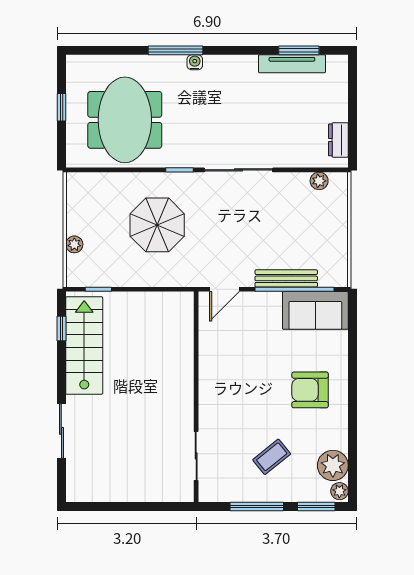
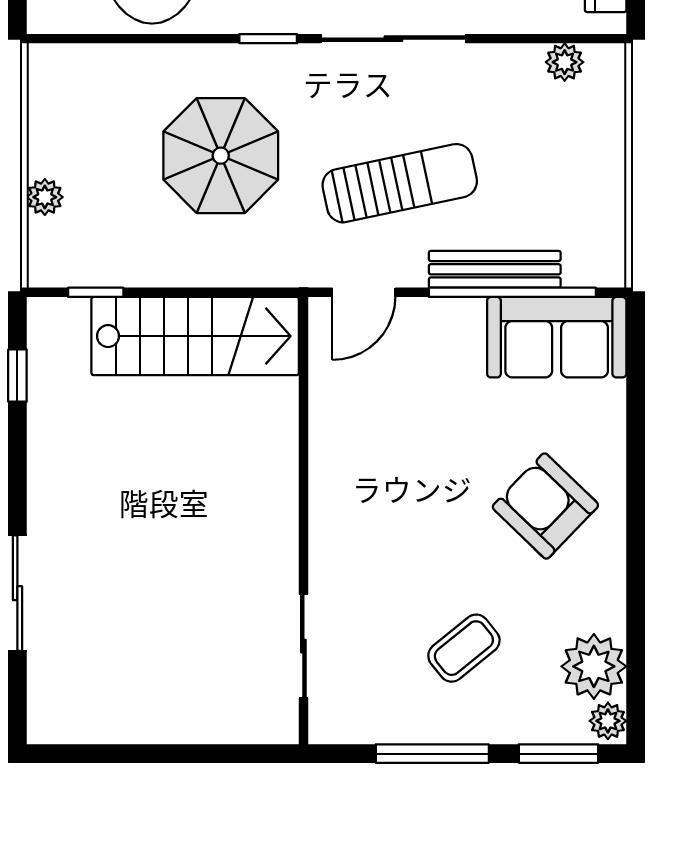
sun lounger: (241, 238) -> (400, 183), added
stairs: (84, 346) -> (195, 336), moved, turned 90
armchair: (310, 390) -> (545, 506), turned 44

